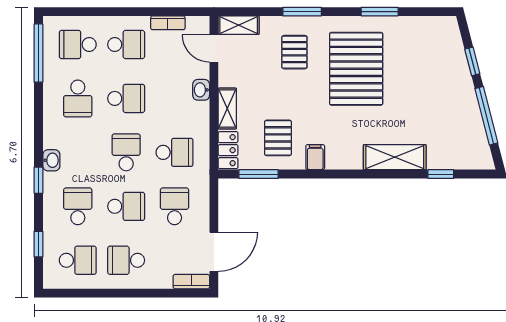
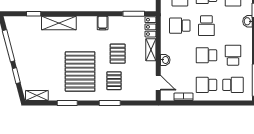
shelving: (239, 25) -> (37, 96), moved
pallet: (278, 138) -> (118, 54), moved

